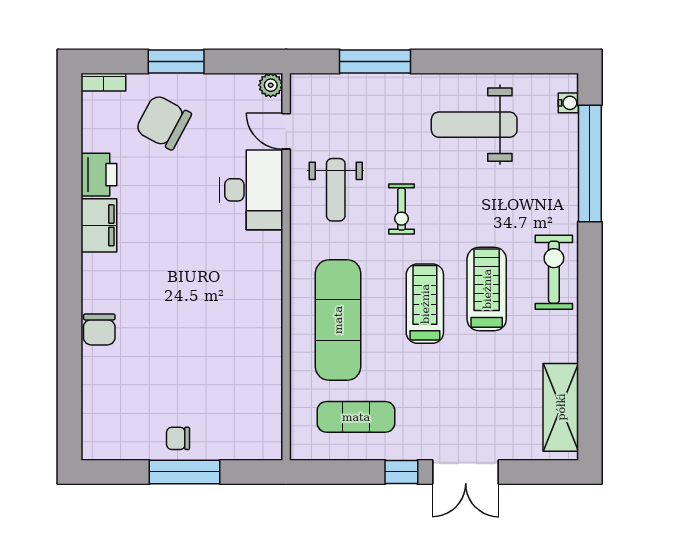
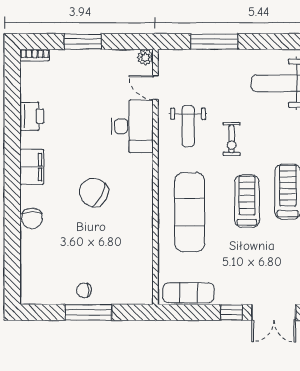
chair: (163, 122) -> (94, 192), moved
filing cabinet: (99, 225) -> (32, 167), moved
exercise mat: (356, 417) -> (189, 293), moved

